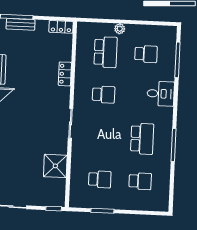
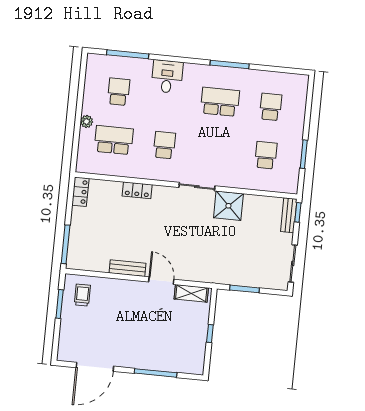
bench: (21, 24) -> (289, 215), moved
shower: (55, 166) -> (228, 206), moved

